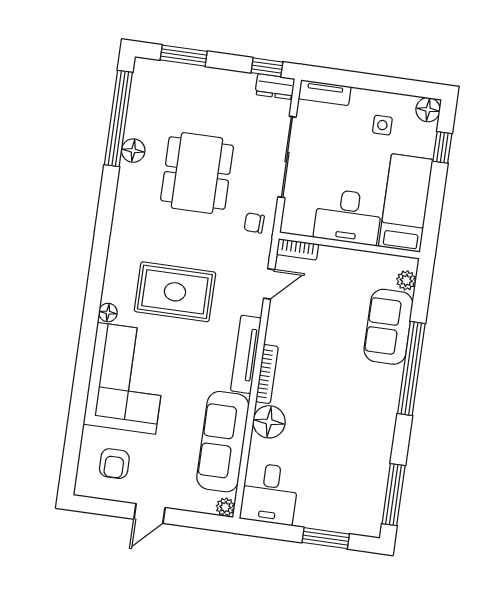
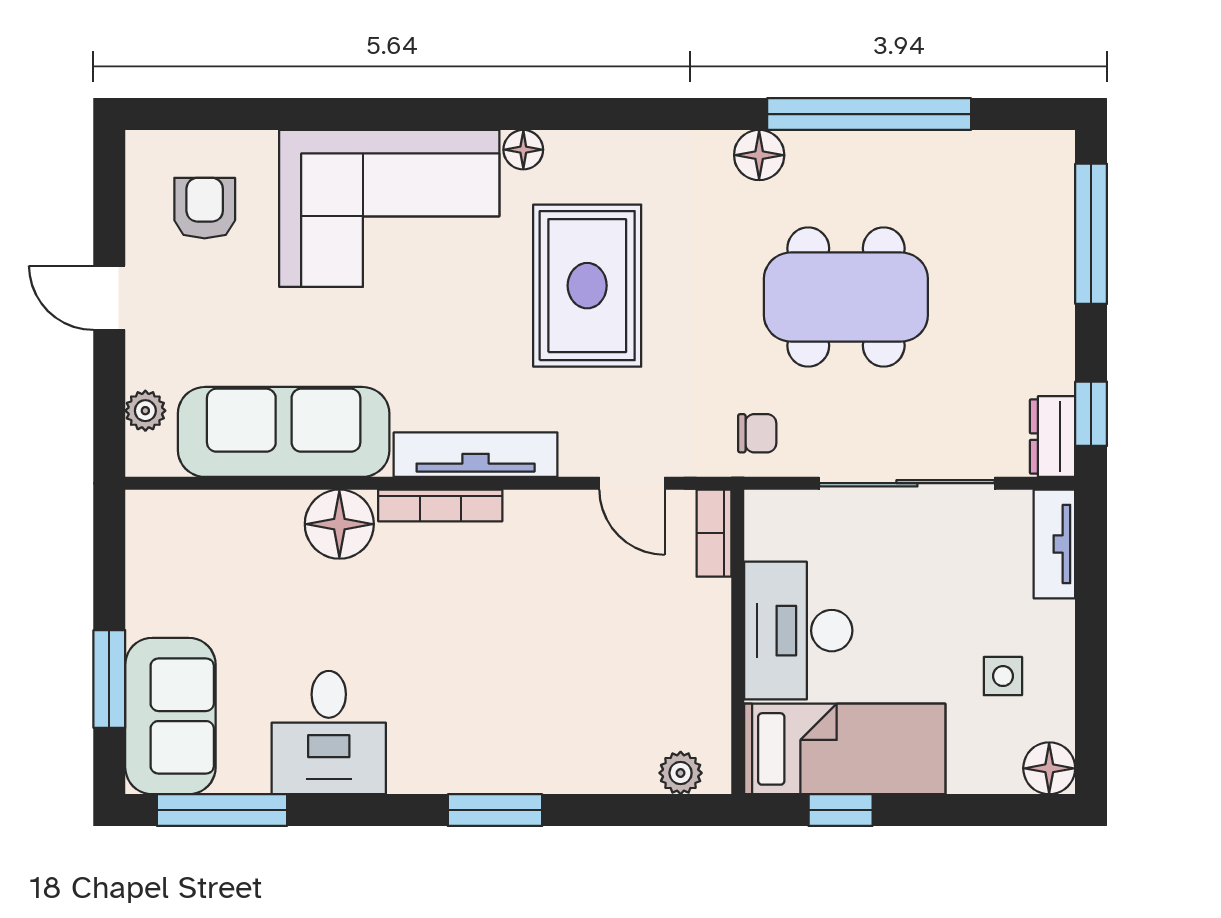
window: (184, 56) -> (1091, 234), width x1.44
window: (118, 119) -> (869, 114), moved
window: (442, 147) -> (841, 810), moved
floor lamp: (133, 151) -> (759, 155), moved
chair: (254, 223) -> (757, 433), turned 88
sofa: (388, 327) -> (170, 716), moved, turned 90
window: (411, 369) -> (495, 810), width x0.47
armchair: (114, 464) -> (205, 208), turned 90
desk: (270, 494) -> (329, 733), moved, turned -90
plant: (225, 507) -> (145, 411), moved

